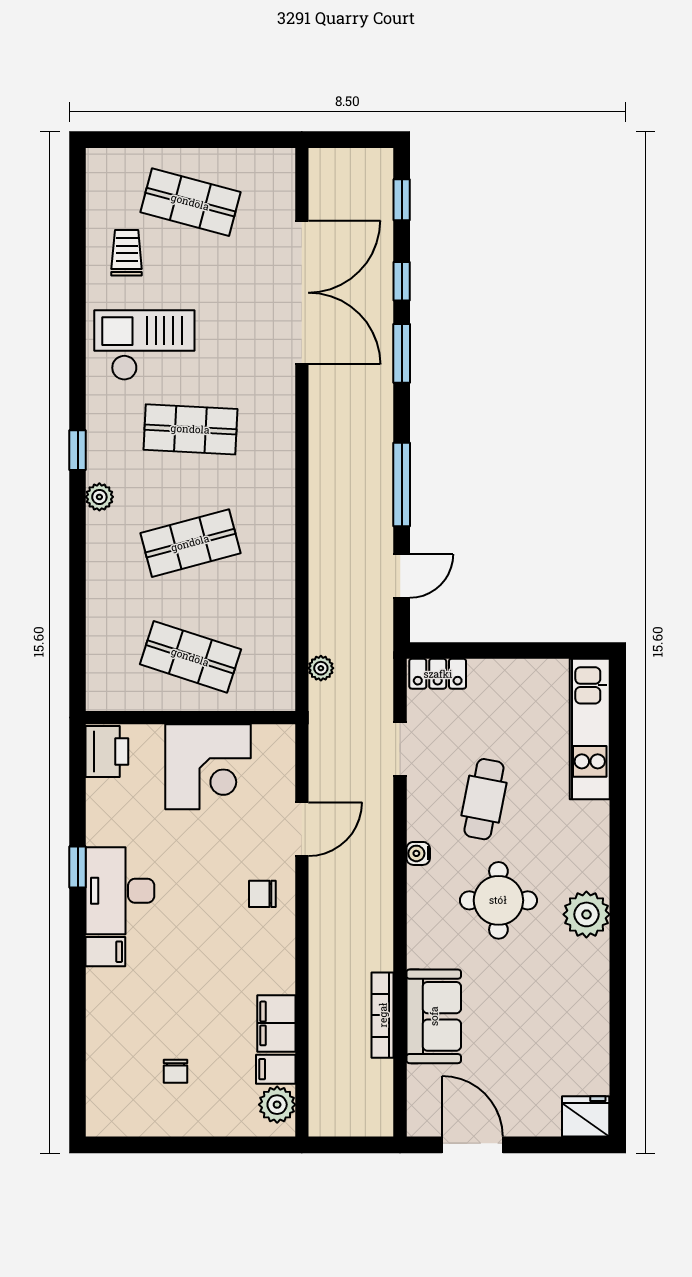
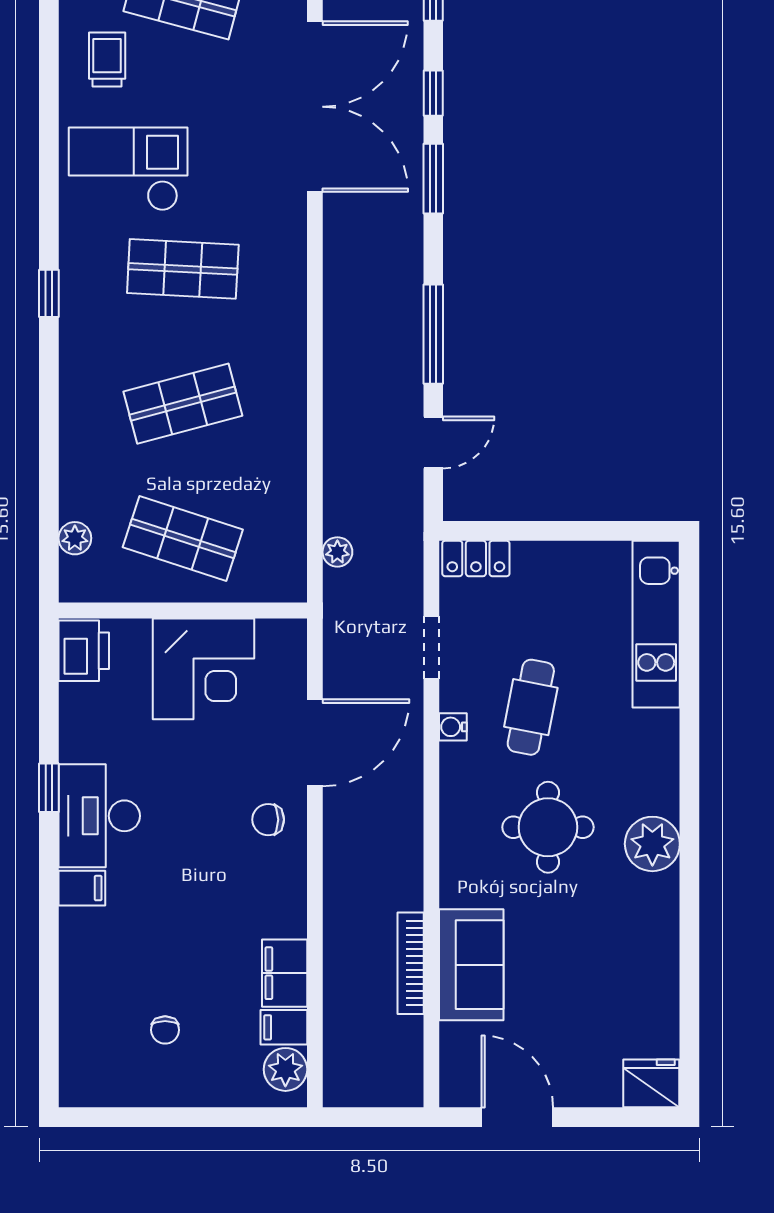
plant: (99, 497) -> (75, 538), moved
door: (302, 829) -> (315, 743), width x1.36
water cooler: (418, 853) -> (453, 727), moved

